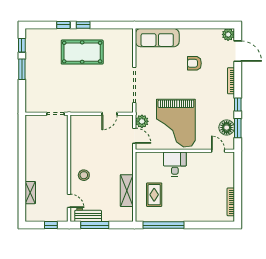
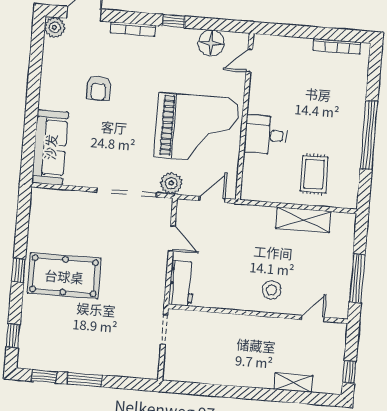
window: (63, 25) -> (13, 336), moved
pool table: (82, 52) -> (64, 276), turned 90
plant: (142, 121) -> (171, 183), moved
window: (238, 128) -> (214, 24), removed
rug: (154, 195) -> (314, 174), turned 90
workbench: (88, 215) -> (182, 283), moved, turned 180
window: (51, 225) -> (349, 372), moved
window: (164, 225) -> (369, 135), moved

